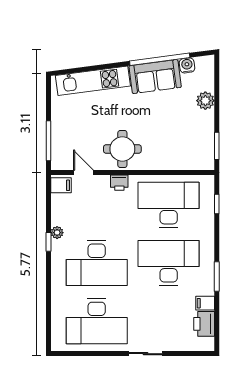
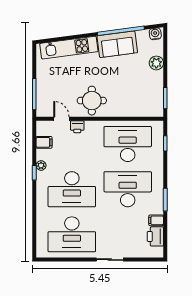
water cooler: (187, 65) -> (155, 34), moved
printer: (119, 183) -> (77, 127), moved
filing cabinet: (61, 185) -> (44, 142), moved

